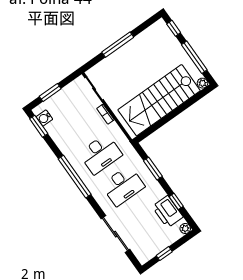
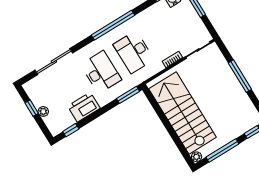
window: (153, 169) -> (128, 95), moved
desk: (123, 186) -> (101, 72), turned 180
window: (176, 201) -> (71, 130), moved
printer: (168, 212) -> (84, 107), moved
plant: (185, 229) -> (43, 111), moved

